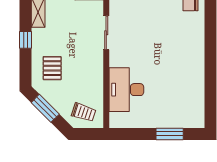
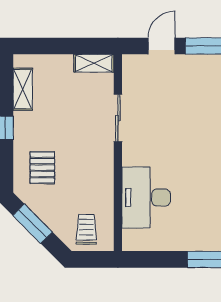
trolley: (84, 112) -> (86, 229), turned -108

